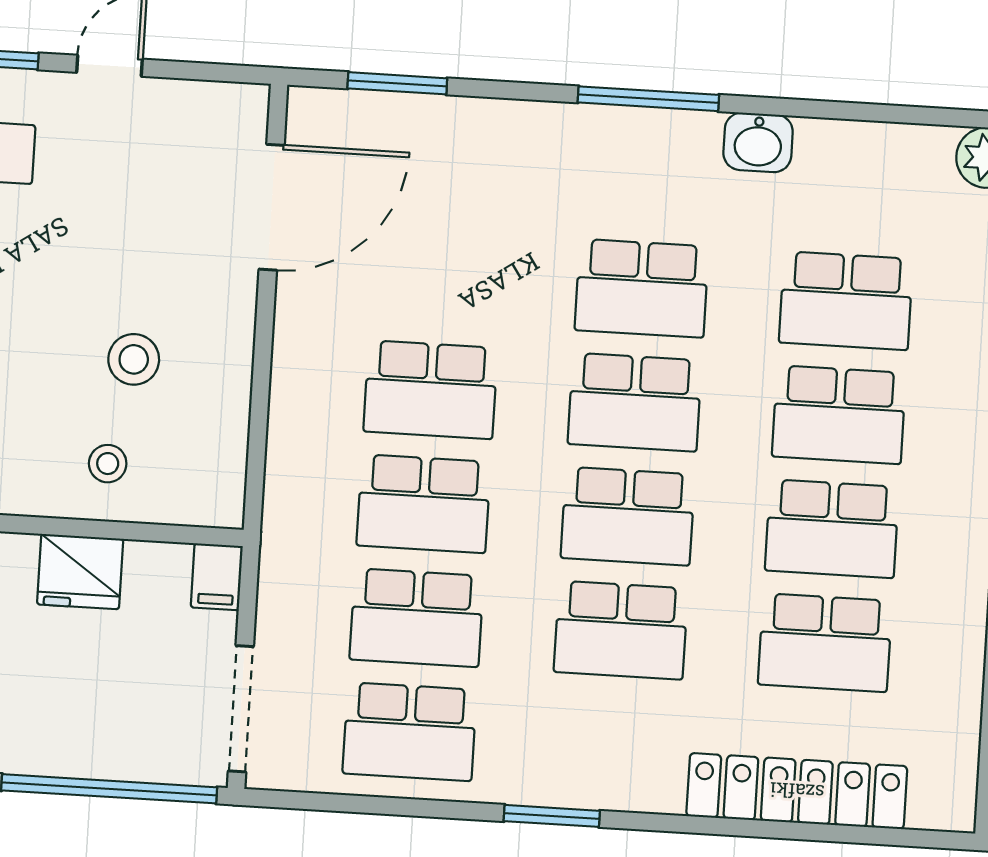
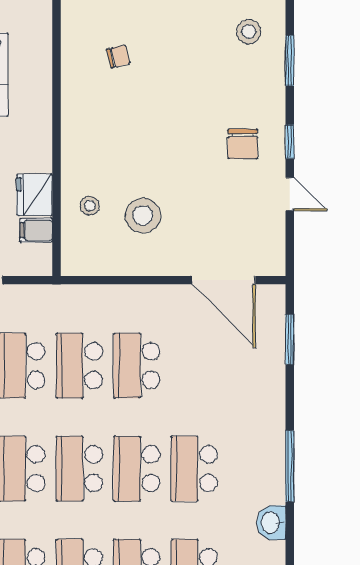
stool: (134, 359) -> (143, 215), width x1.38, depth x1.38
filing cabinet: (217, 577) -> (36, 230), moved

